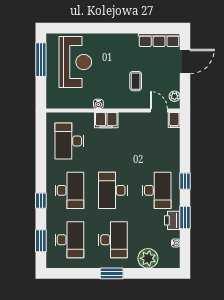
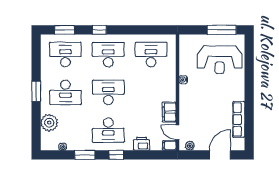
row of seats: (159, 40) -> (239, 119), moved
door: (185, 62) -> (220, 155), swing flipped
coffee table: (136, 81) -> (203, 112), removed
door: (159, 111) -> (178, 132), swing flipped
filing cabinet: (106, 120) -> (169, 112), moved
desk: (69, 190) -> (108, 55), turned 180
printer: (172, 220) -> (142, 144), moved
desk: (69, 240) -> (65, 55), turned 180

